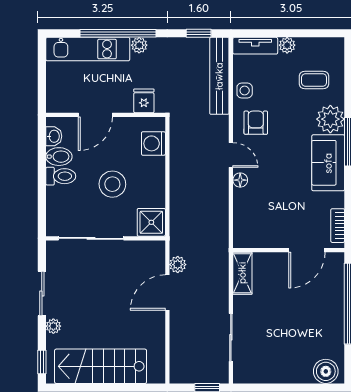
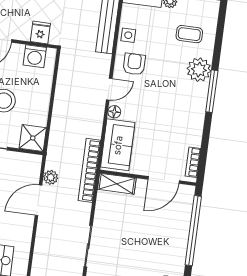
washing machine: (153, 143) -> (35, 56), moved, turned -90
door: (231, 155) -> (109, 89), hinge flipped
sofa: (328, 163) -> (118, 145), moved, turned 180
bookcase: (221, 251) -> (89, 170), added
shelving: (242, 273) -> (117, 184), moved, turned 90

